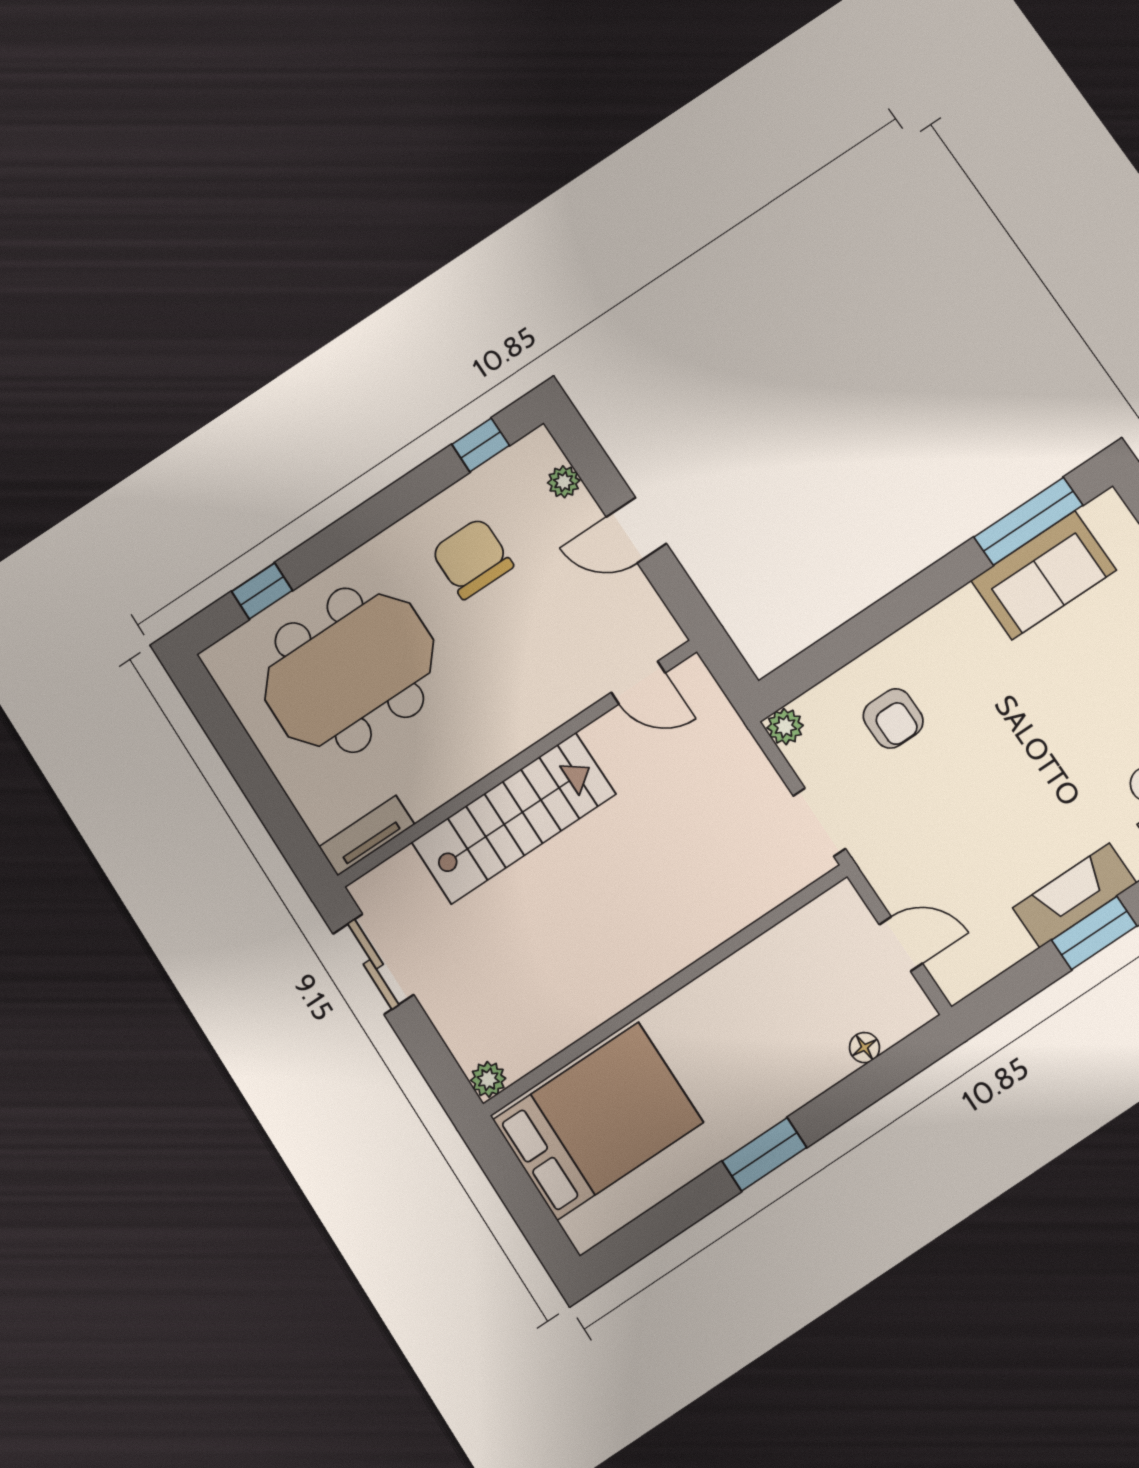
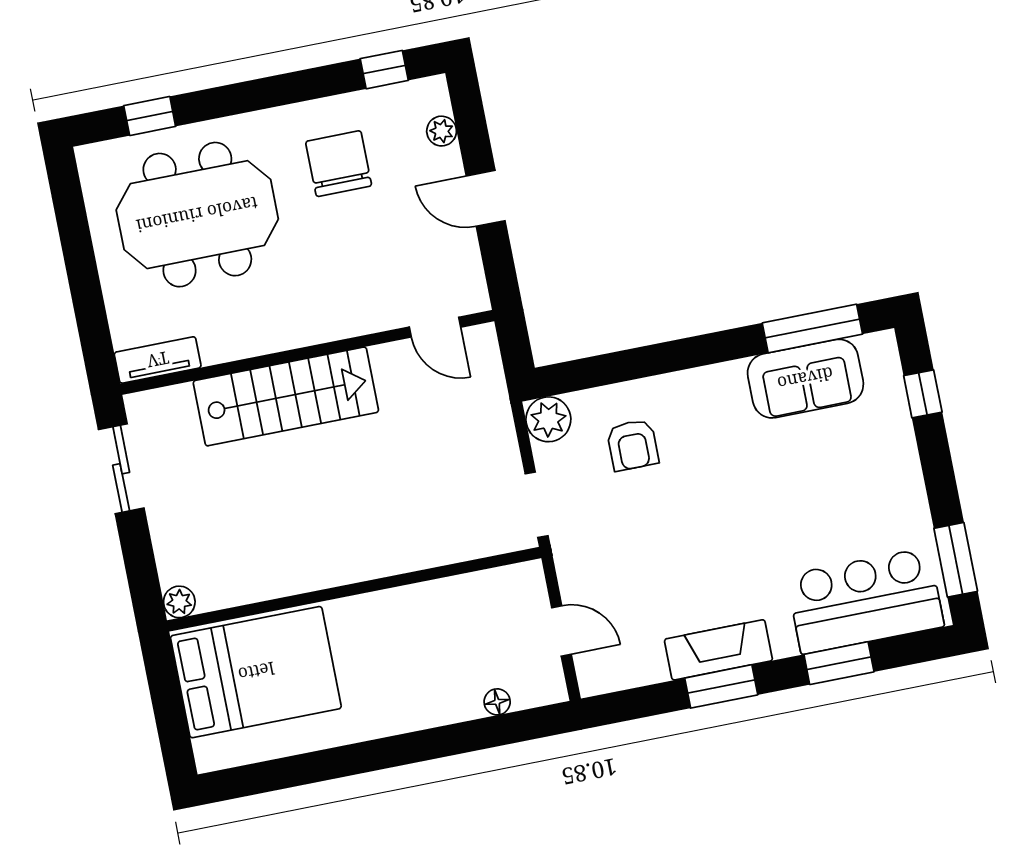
plant: (785, 727) -> (548, 419), width x1.38, depth x1.38
window: (764, 1154) -> (381, 754), removed

